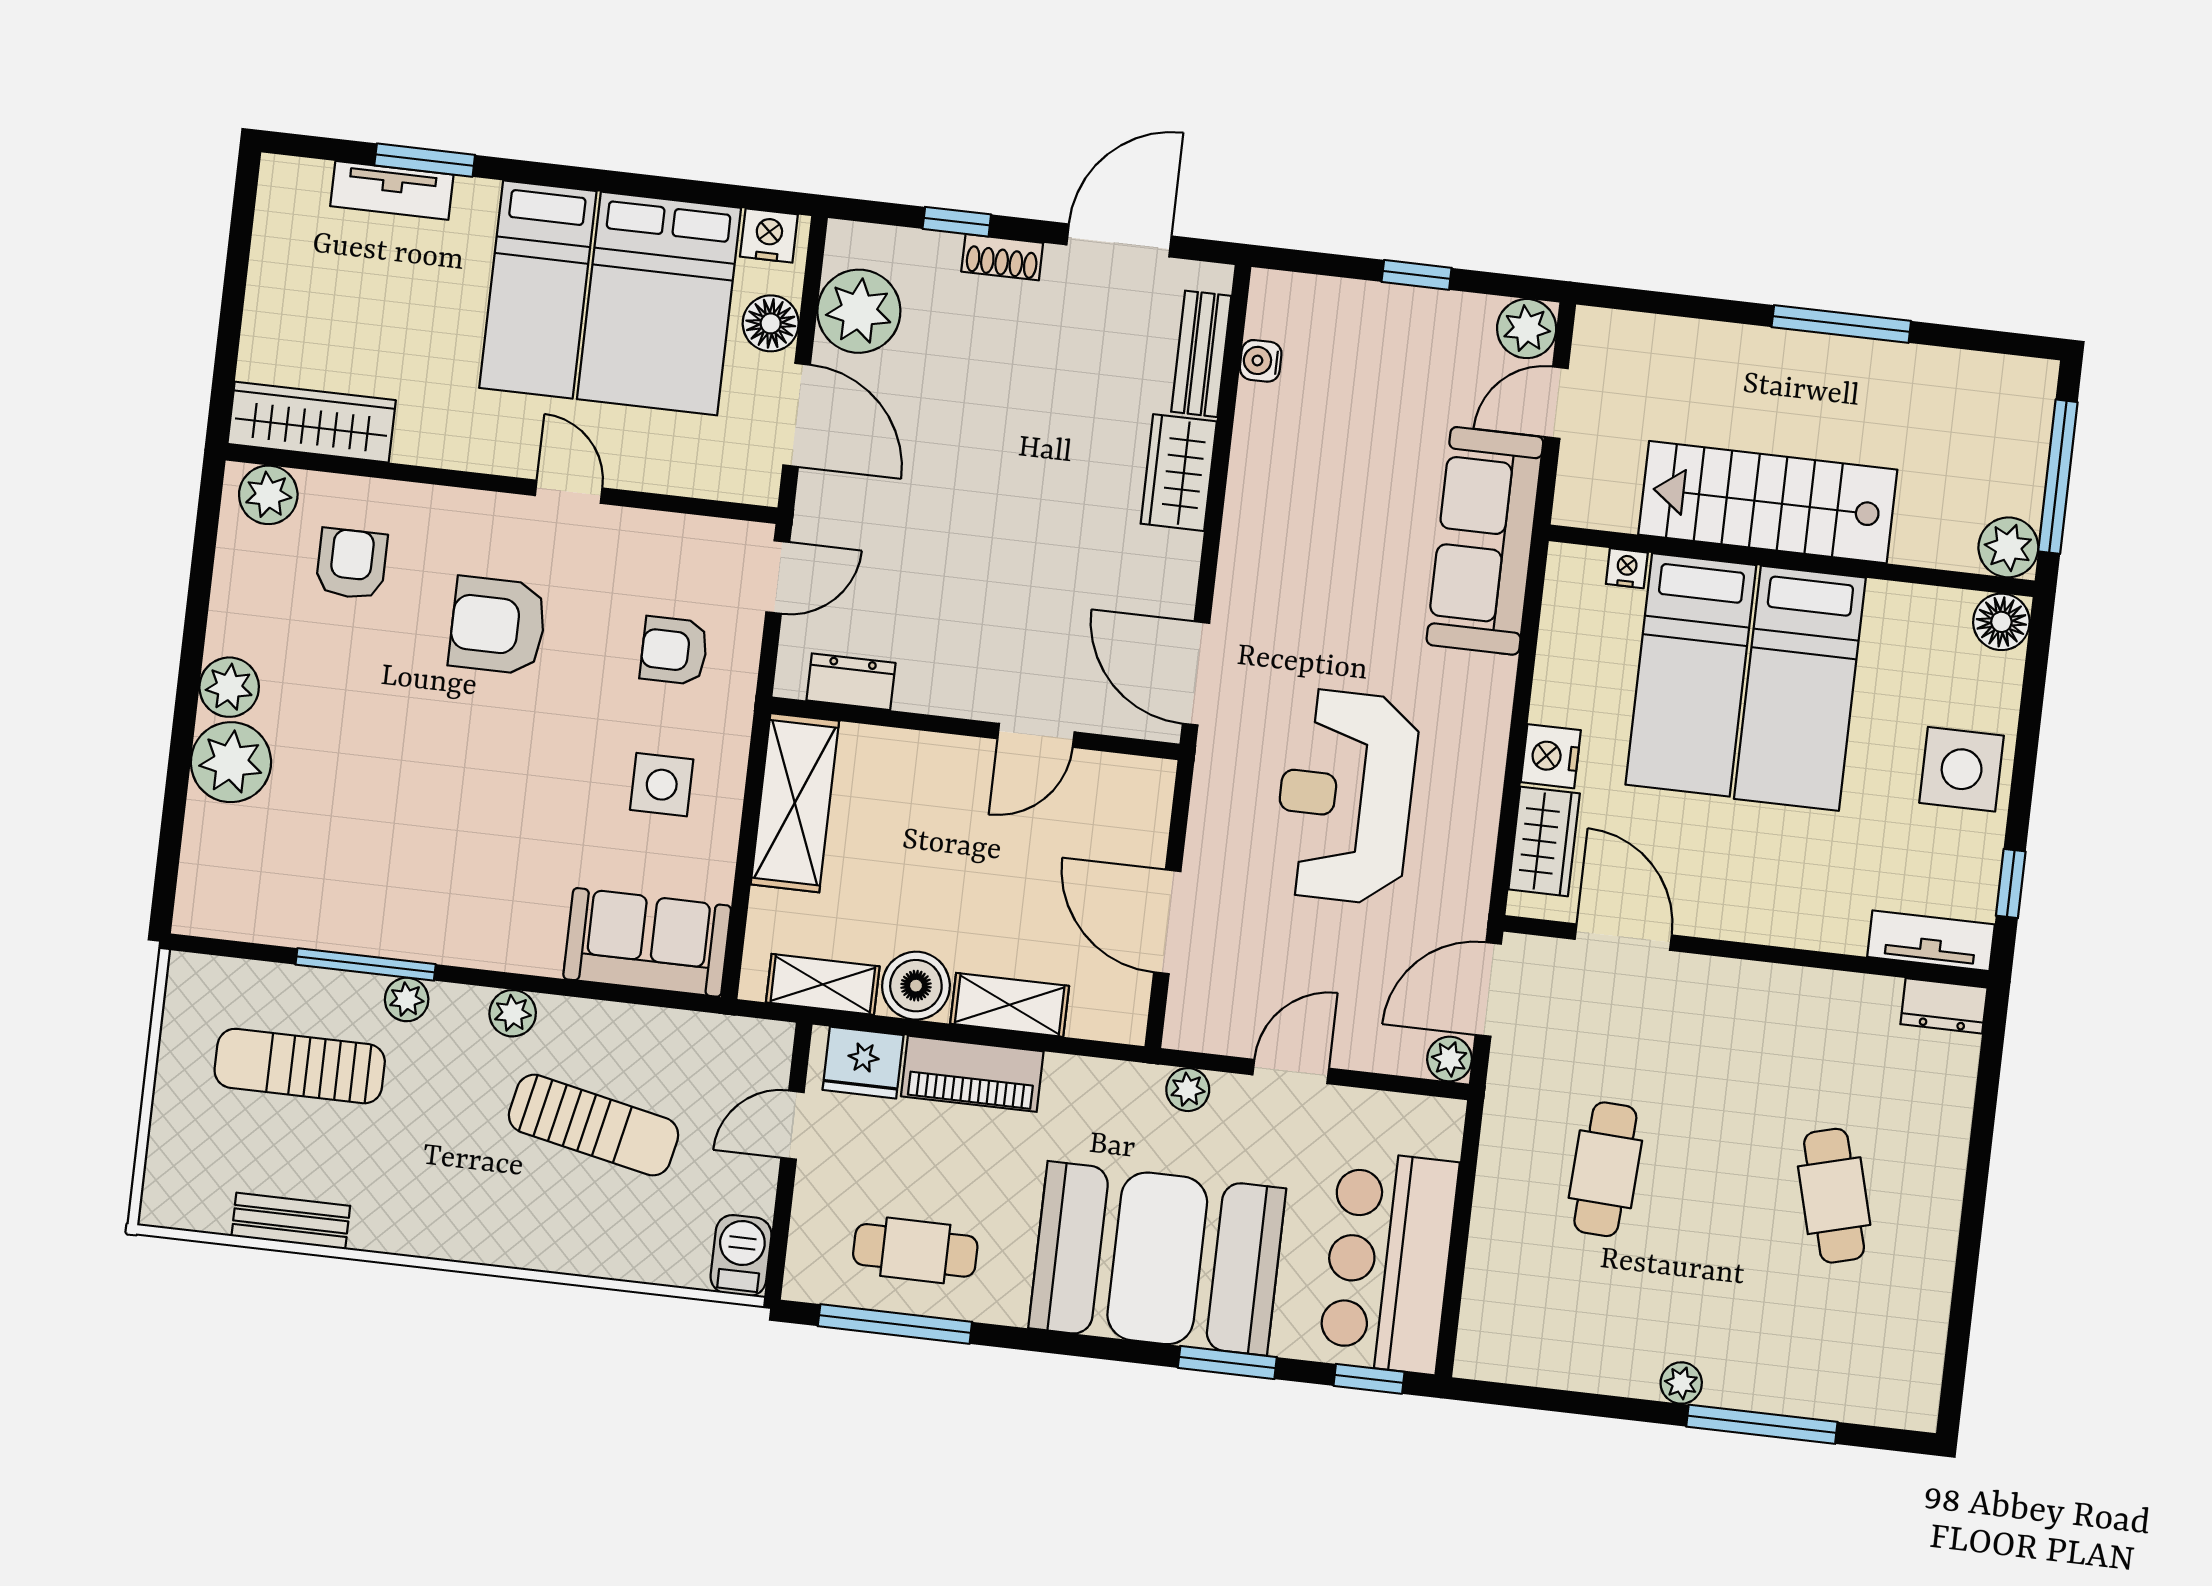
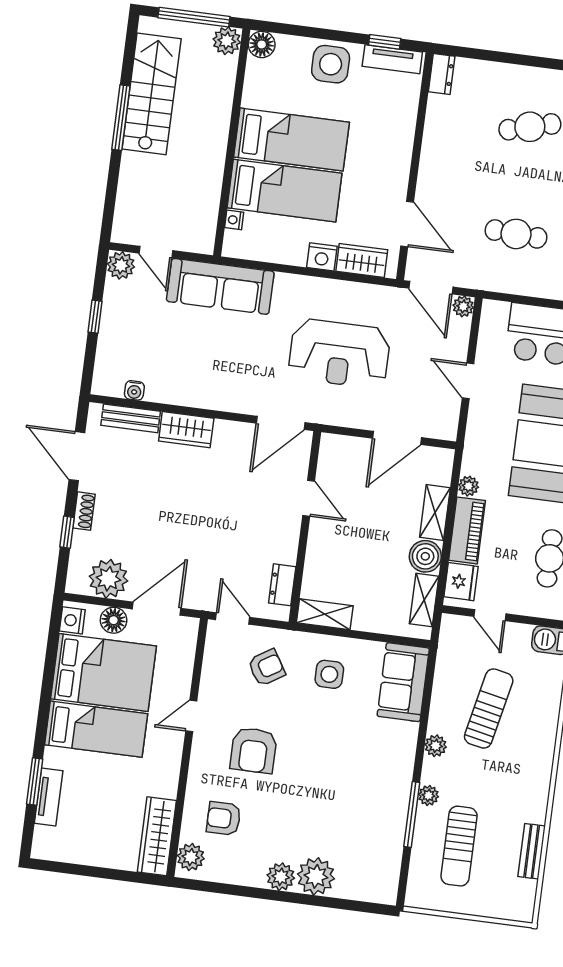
stairs: (1768, 502) -> (152, 94), moved, turned 180
armchair: (674, 651) -> (266, 668), turned -122
shelving: (795, 803) -> (325, 614), width x0.67, depth x0.75
door: (1623, 937) -> (407, 224), swing flipped
tv unit: (1931, 941) -> (392, 59), moved, turned -90
plant: (1188, 1090) -> (469, 486), moved

